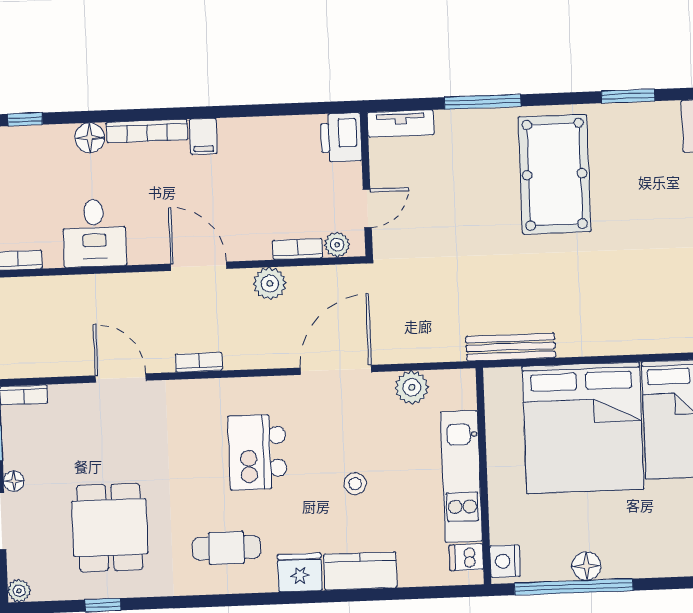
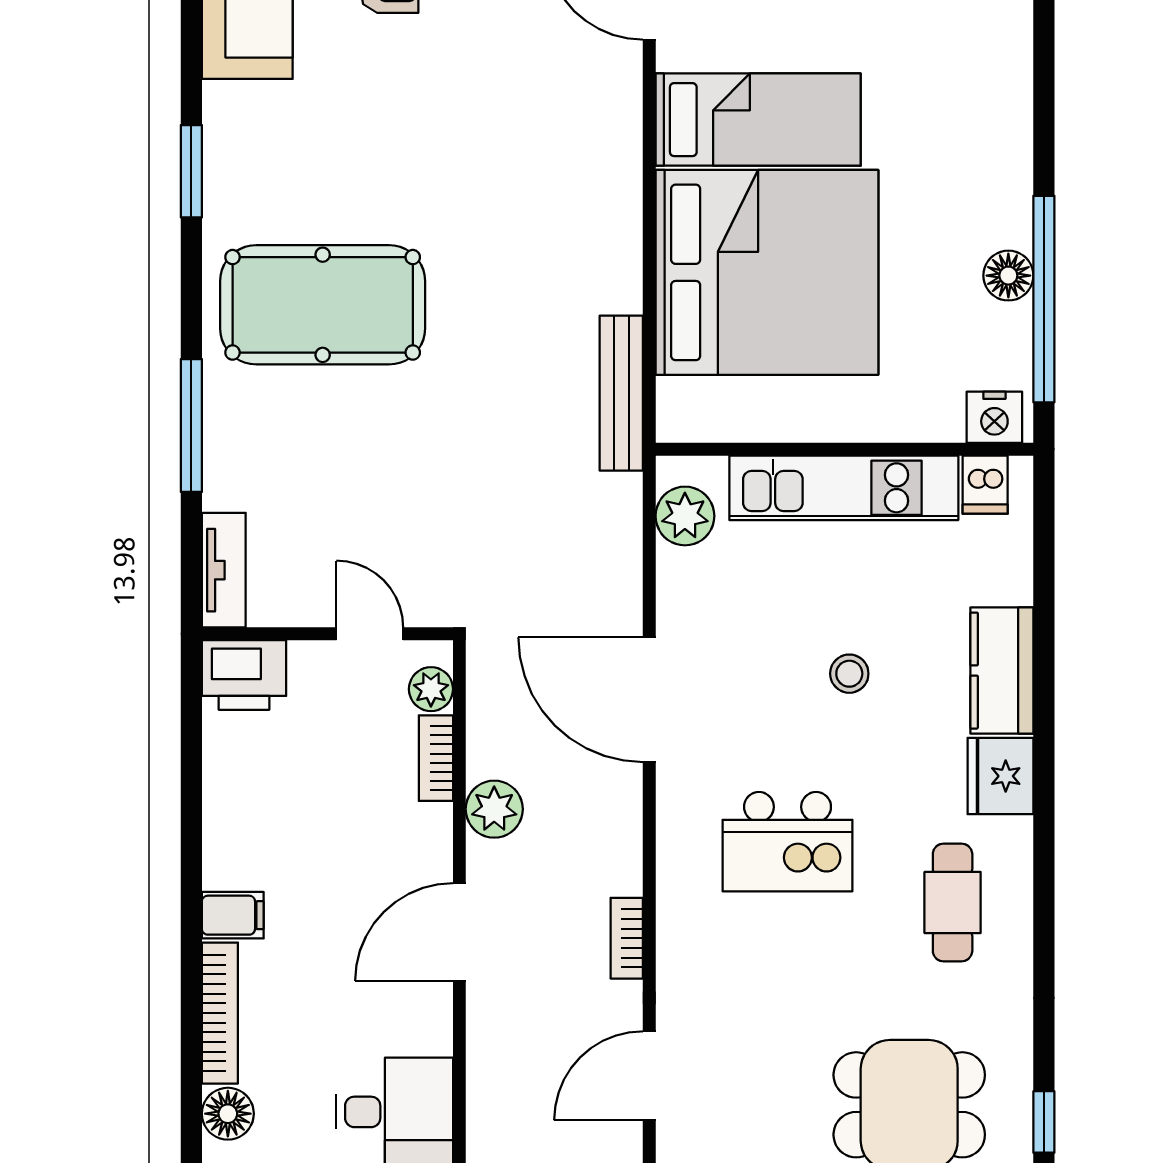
plant: (412, 387) -> (685, 516), moved

